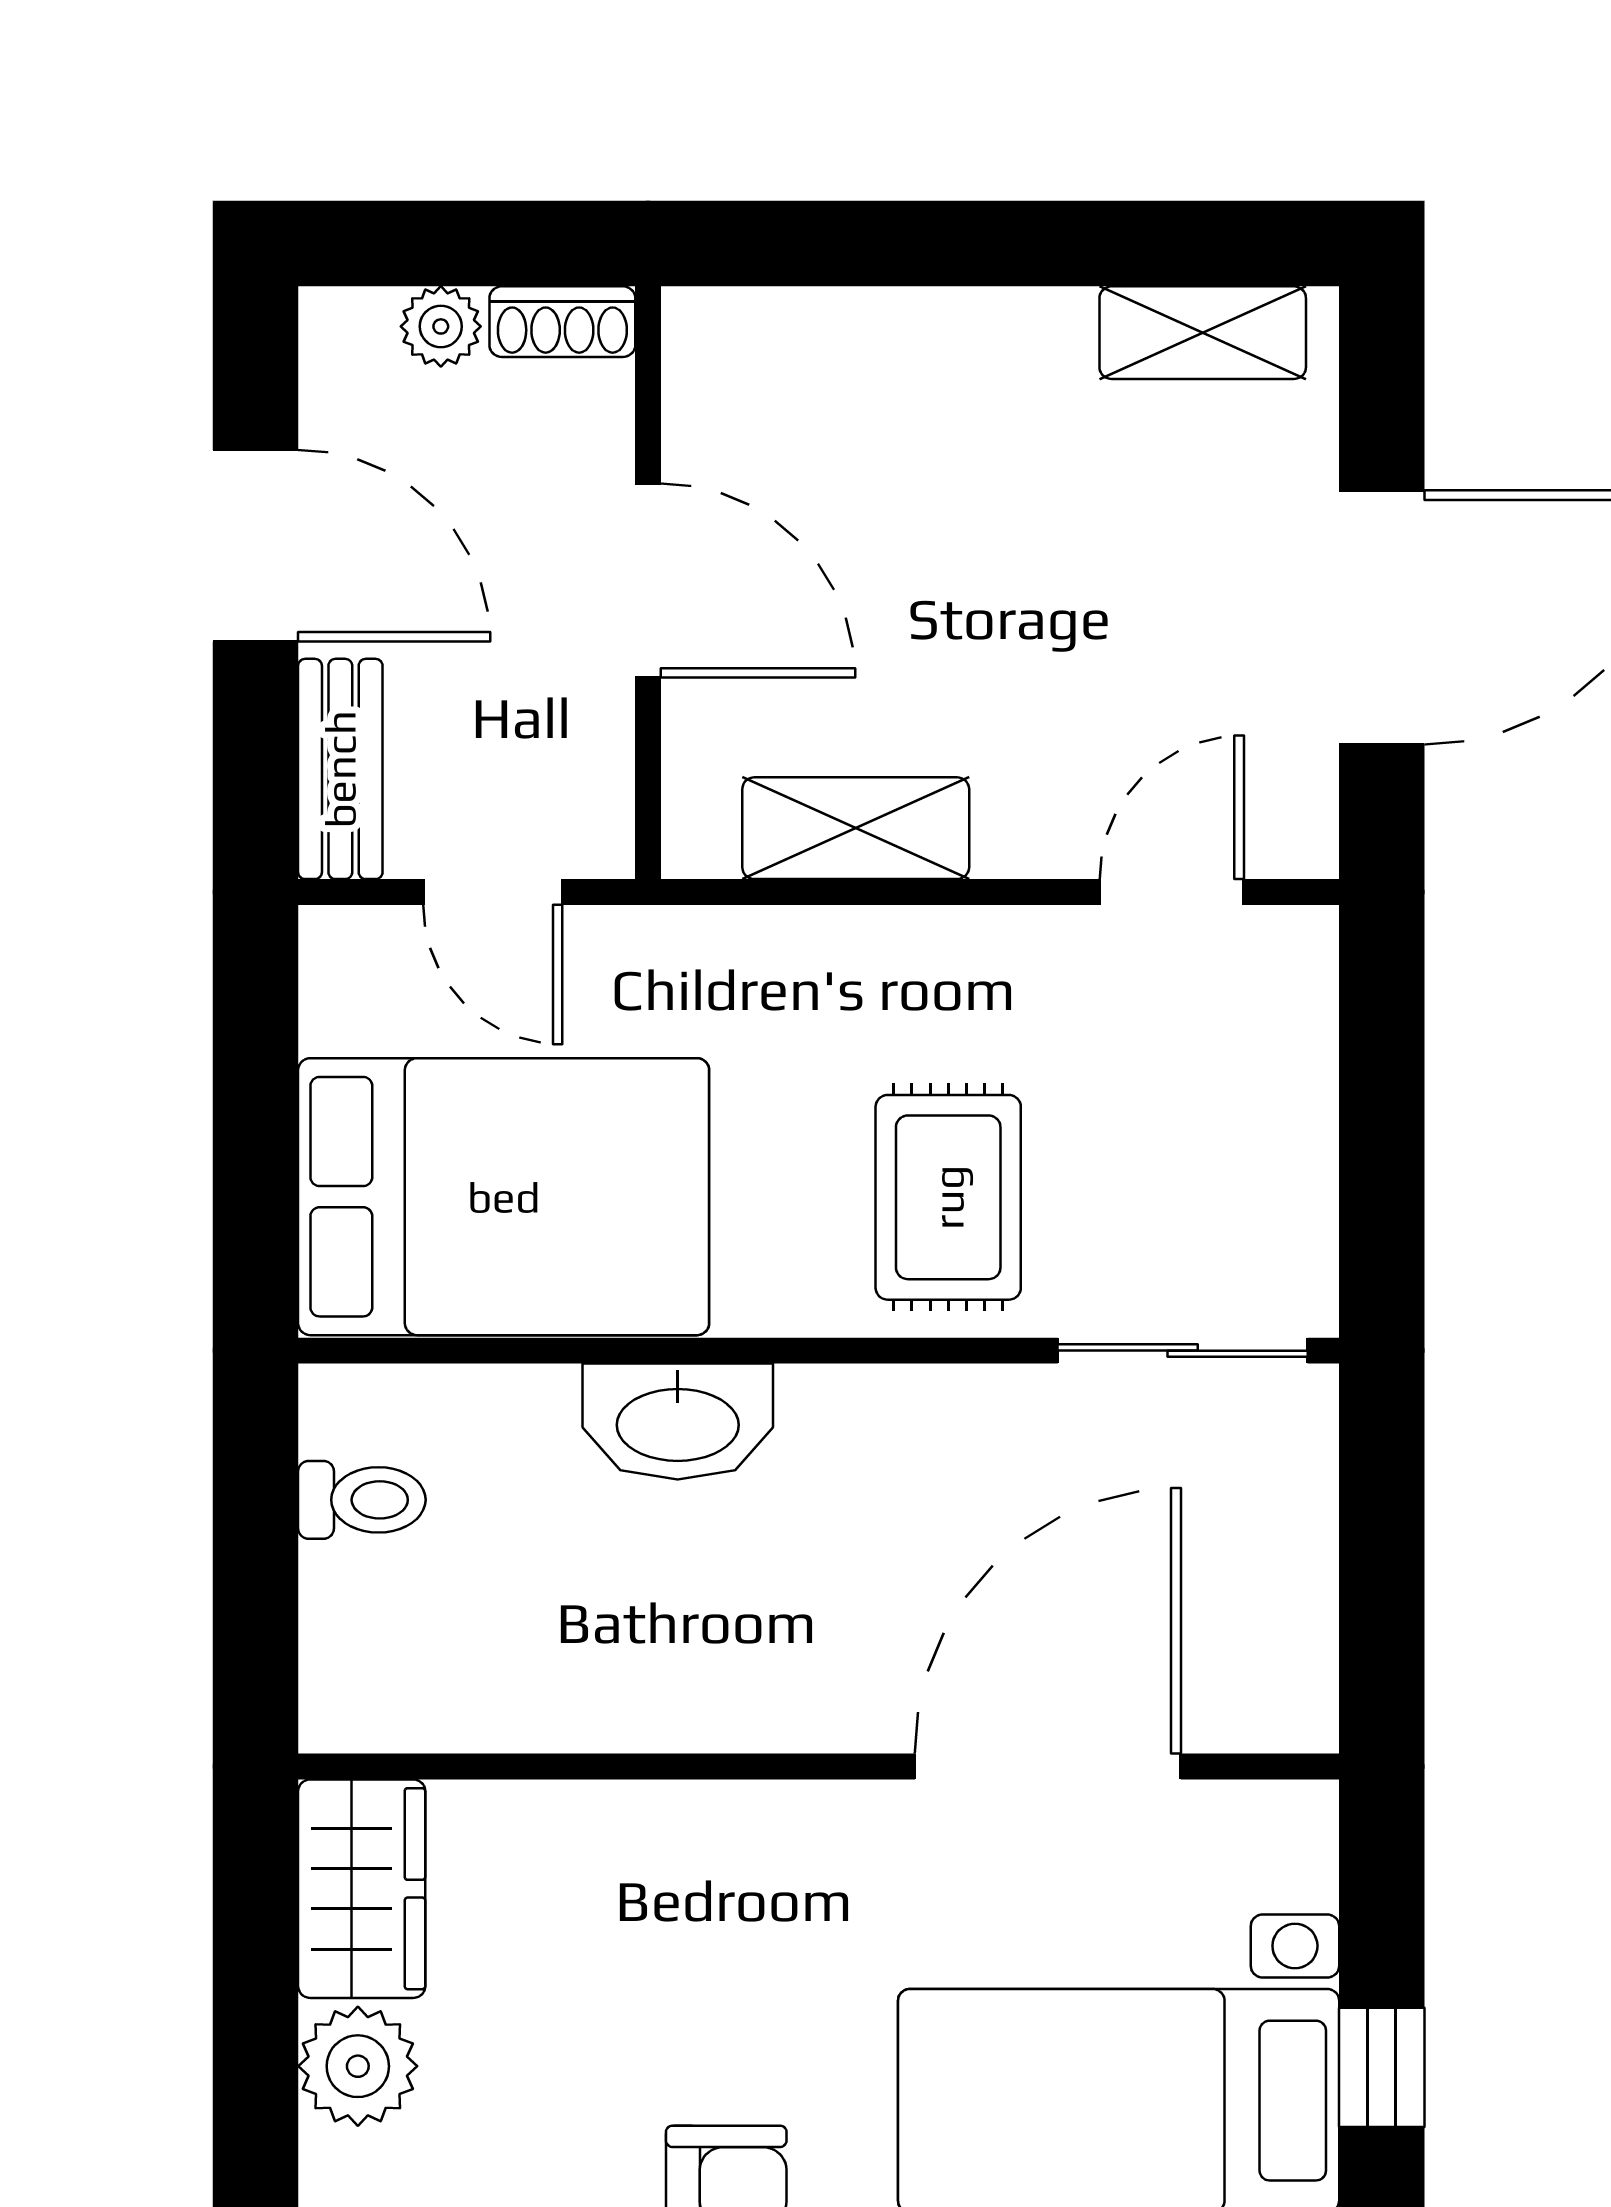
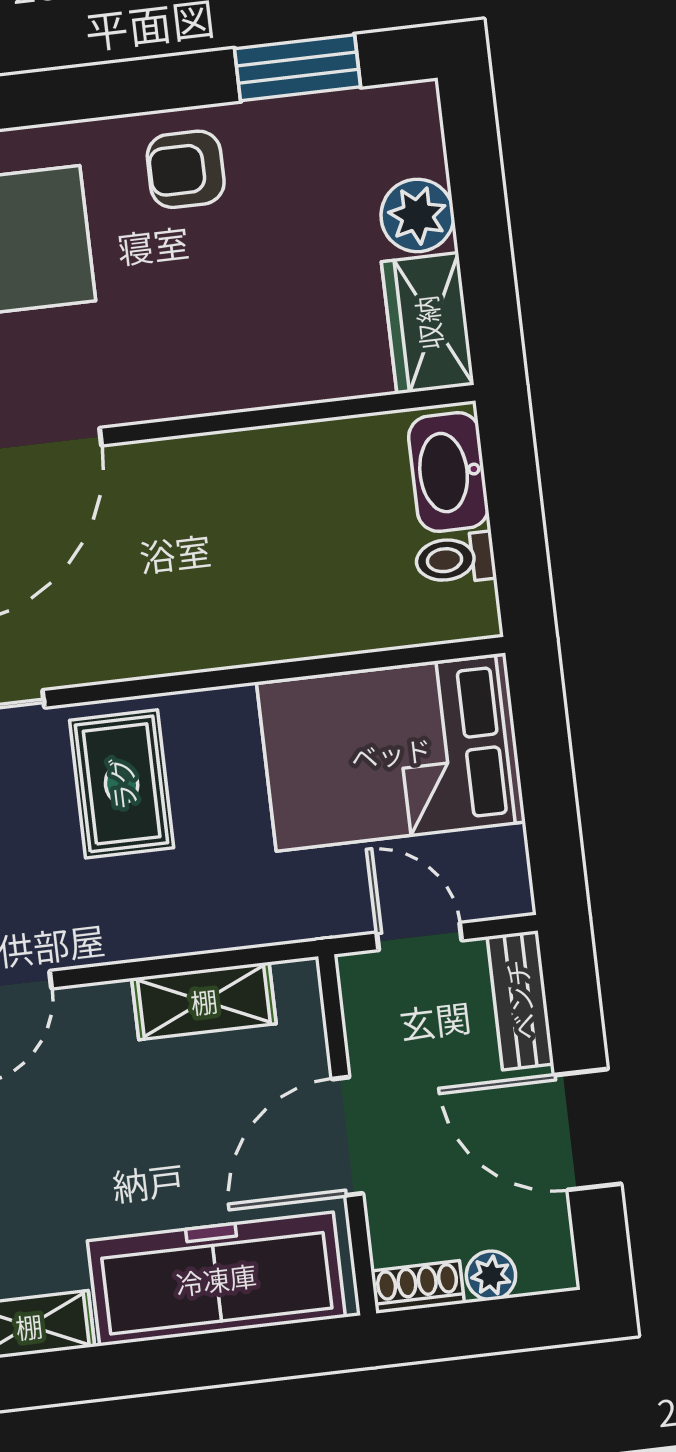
freezer: (888, 373) -> (216, 1279), added
door: (648, 581) -> (347, 1136), hinge flipped
washbasin: (678, 1421) -> (448, 472), moved, turned -90

